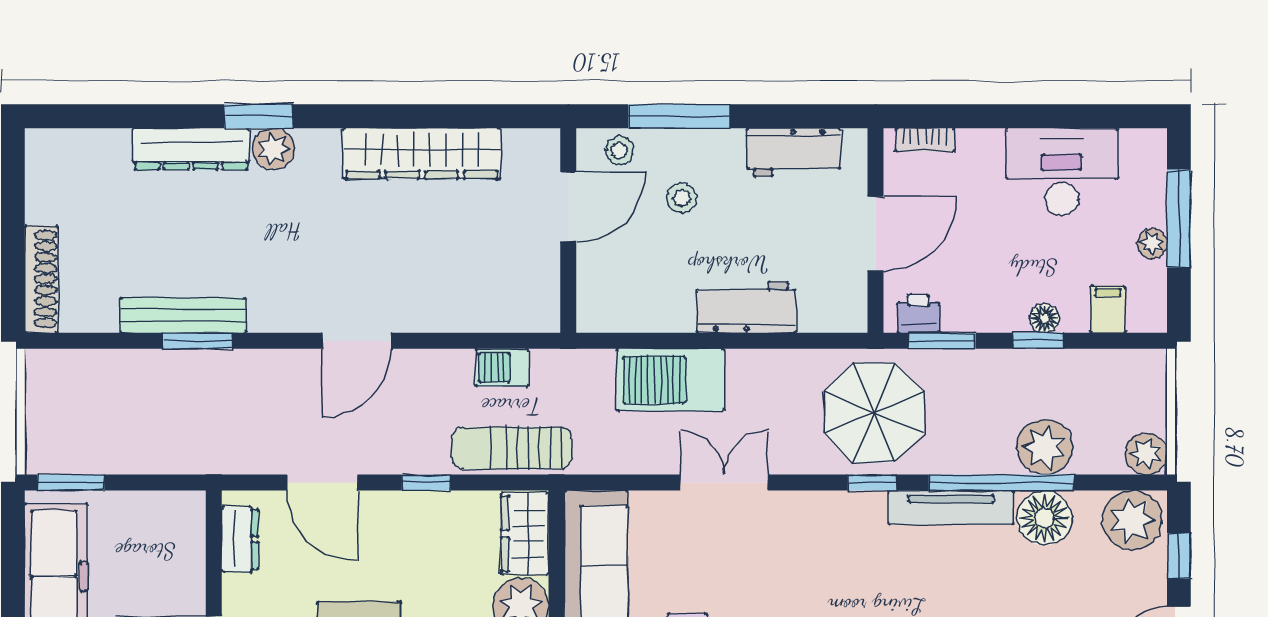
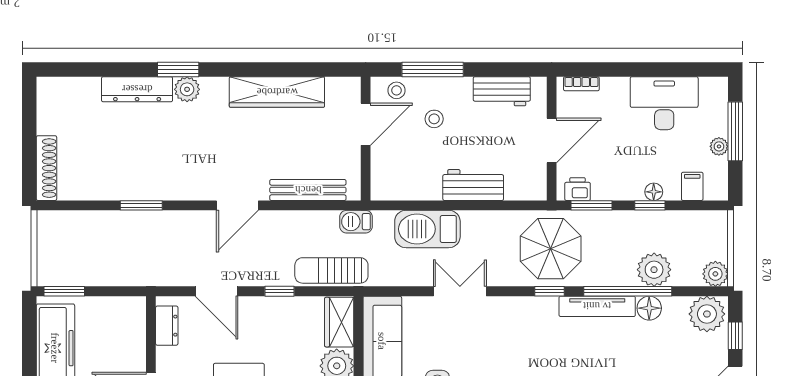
bench: (183, 315) -> (308, 190), moved
barbecue: (502, 368) -> (356, 222), moved
floor lamp: (1044, 518) -> (649, 308), width x0.73, depth x0.73

